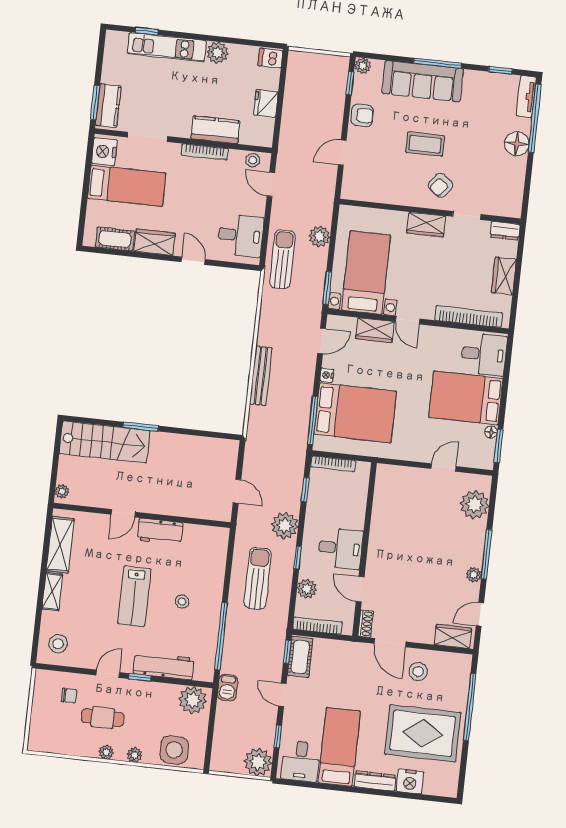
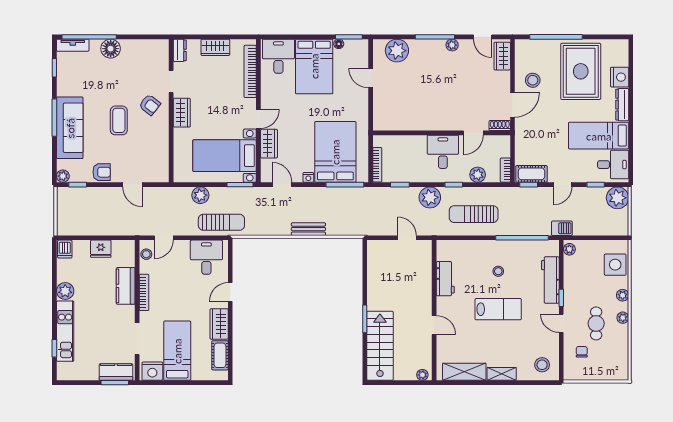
armchair: (362, 115) -> (102, 172), turned 90
sun lounger: (282, 259) -> (221, 222), turned 180
bench: (261, 376) -> (308, 229), width x0.73
door: (237, 491) -> (407, 238), hinge flipped
workbench: (160, 531) -> (445, 279), moved
bookcase: (317, 626) -> (505, 170), width x0.64
plant: (193, 700) -> (569, 249), width x0.53, depth x0.53

